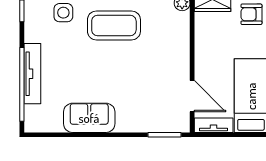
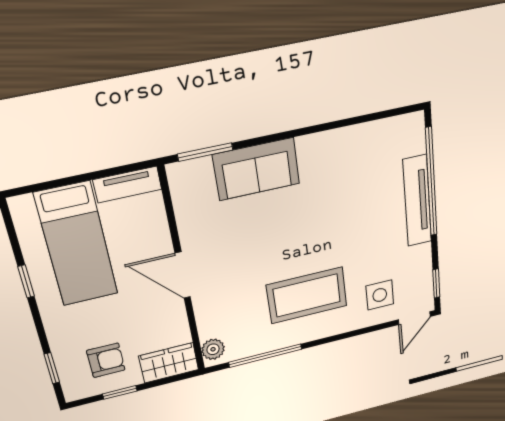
door: (192, 96) -> (183, 275), moved
sofa: (89, 118) -> (256, 169), moved

